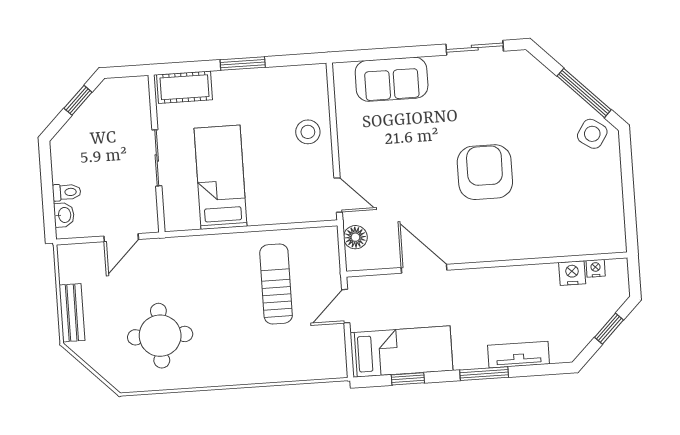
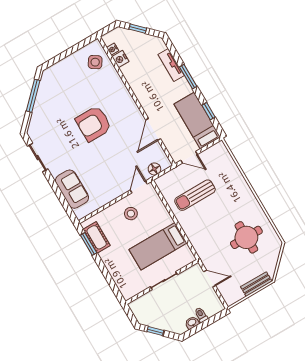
window: (243, 63) -> (89, 244), moved
cot: (184, 87) -> (97, 237), moved
stool: (308, 132) -> (131, 214), moved
side table: (592, 134) -> (95, 62), moved
washbasin: (64, 215) -> (192, 323), moved

